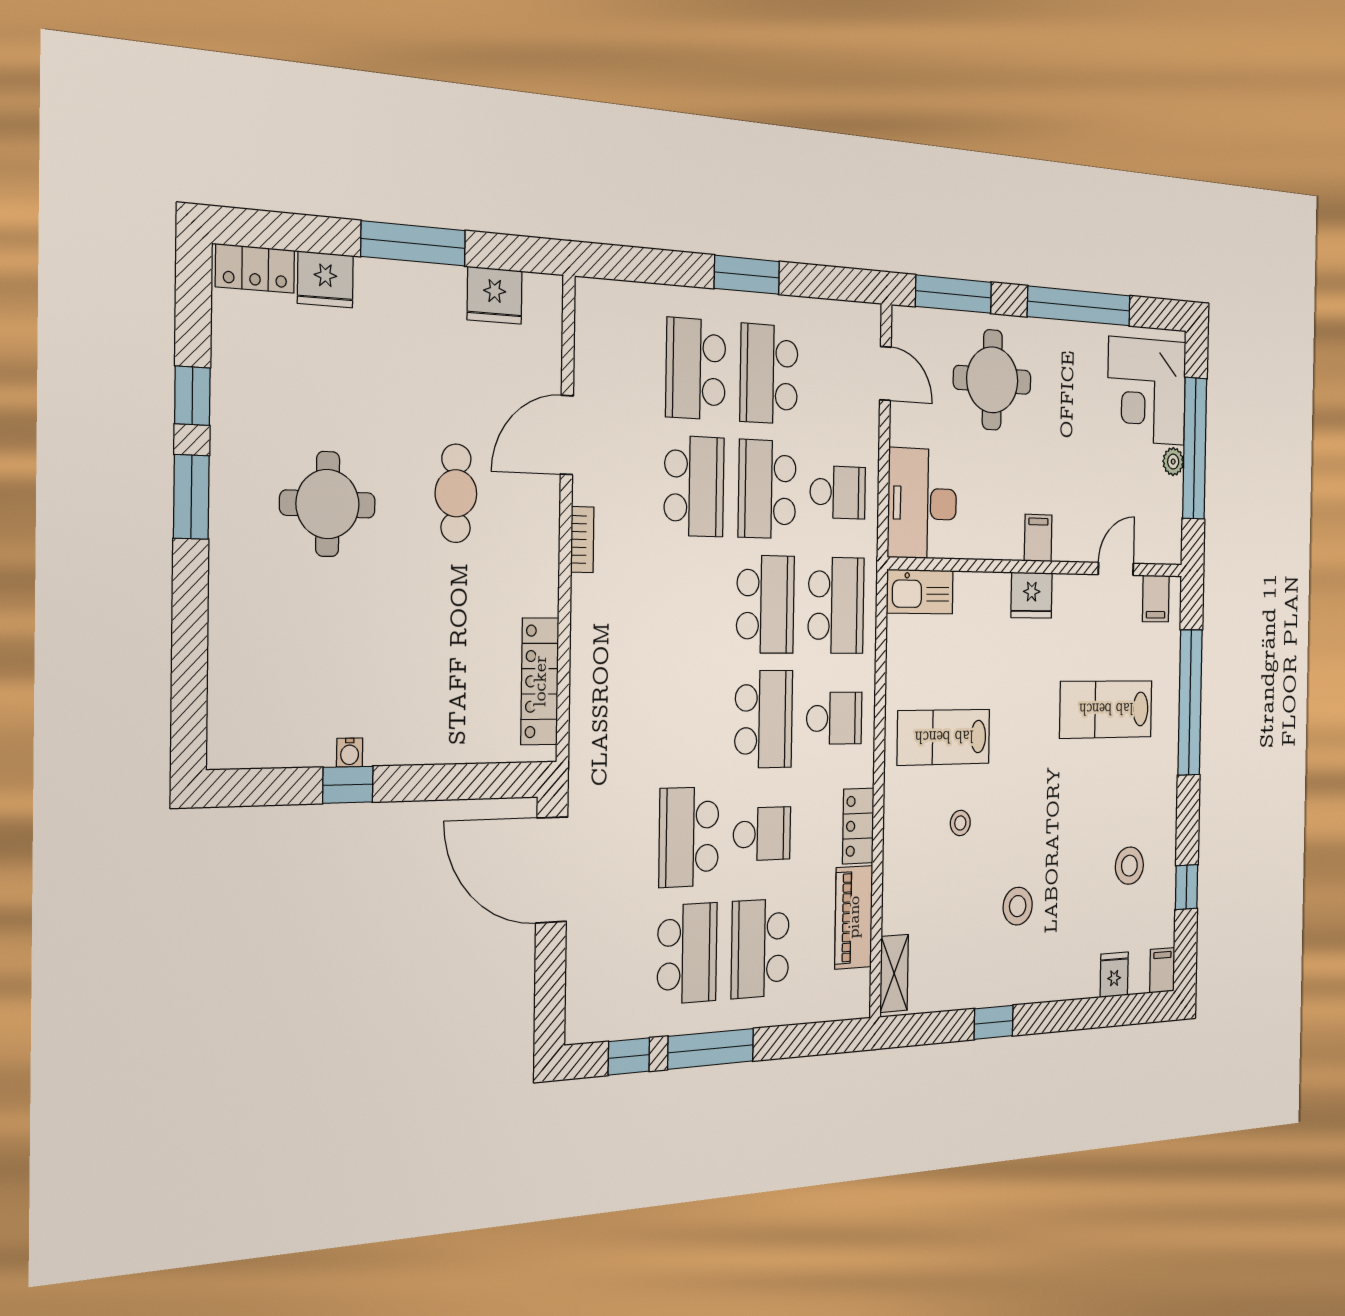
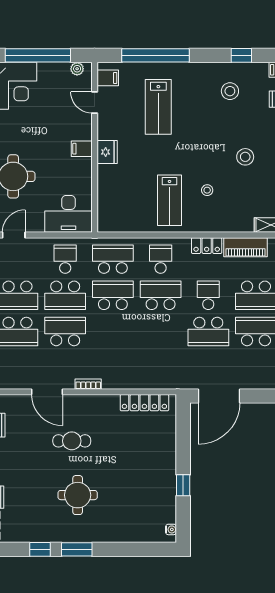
plant: (1173, 462) -> (77, 69), moved
kitchen sink: (920, 592) -> (107, 214), removed
water cooler: (350, 753) -> (171, 529), moved

